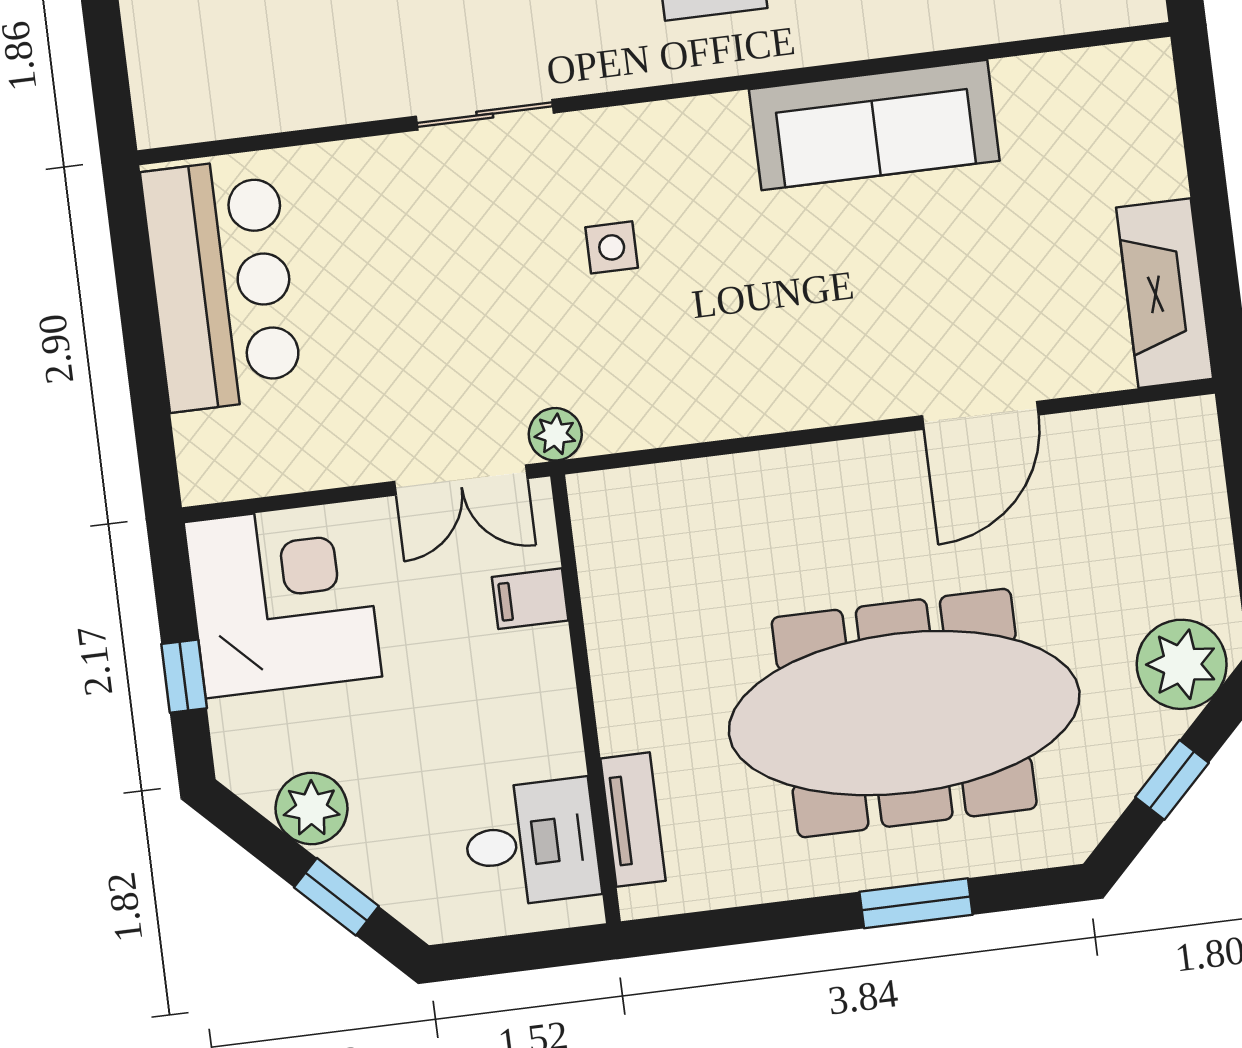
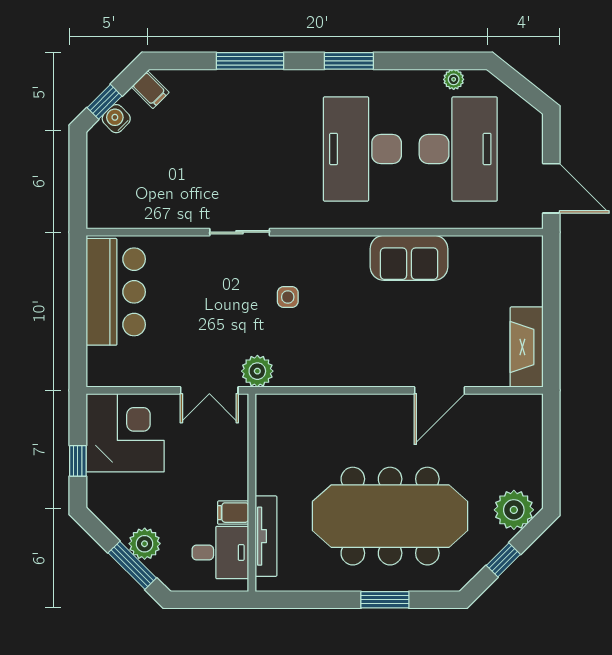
sofa: (874, 125) -> (409, 258), width x0.73
plant: (555, 434) -> (257, 371), width x1.38, depth x1.38
filing cabinet: (530, 599) -> (233, 513), moved
plant: (312, 808) -> (145, 544), moved
tv unit: (633, 820) -> (266, 536), width x1.41
window: (336, 897) -> (132, 565), width x1.50

